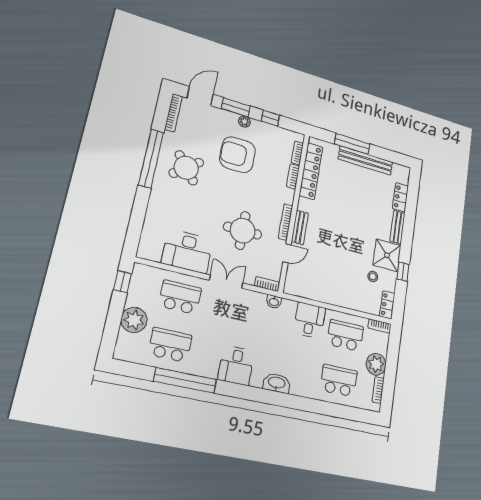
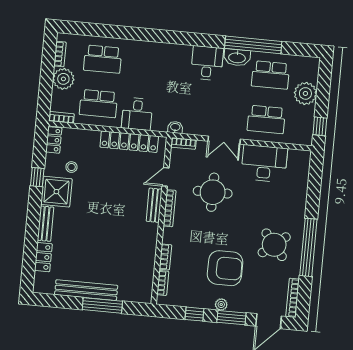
locker: (311, 171) -> (129, 142), moved, turned -90
washbasin: (277, 383) -> (237, 57), moved

